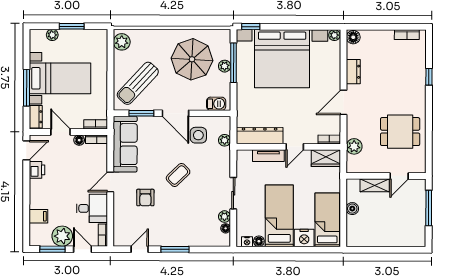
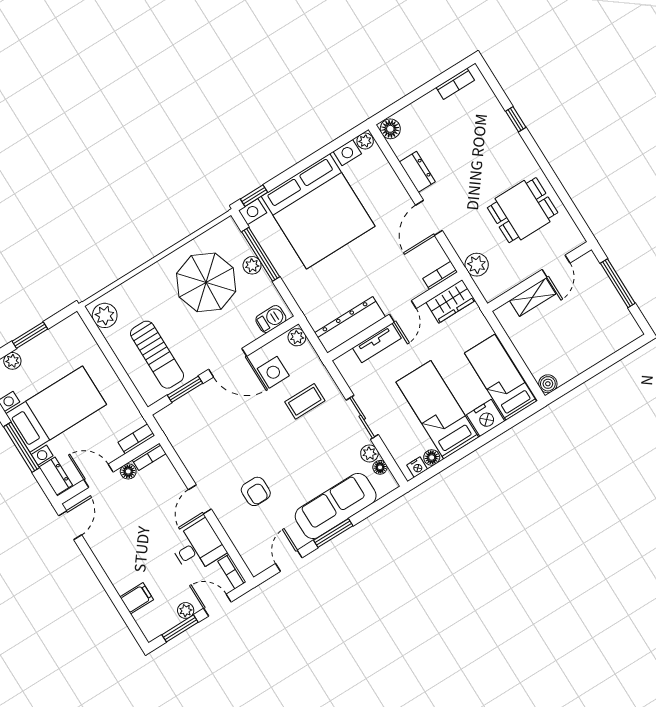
sun lounger: (138, 83) -> (157, 355), turned -43
plant: (225, 140) -> (297, 337), moved
sofa: (125, 144) -> (336, 506), moved, turned -90
printer: (37, 170) -> (99, 542), removed
coffee table: (178, 175) -> (305, 401), moved, turned 44
boiler: (352, 209) -> (548, 384), moved
plant: (62, 236) -> (186, 610), width x0.53, depth x0.53

